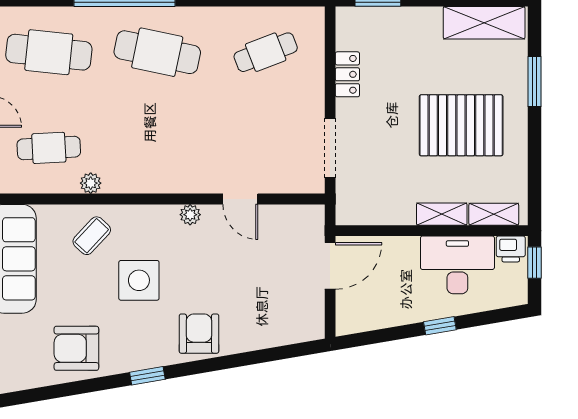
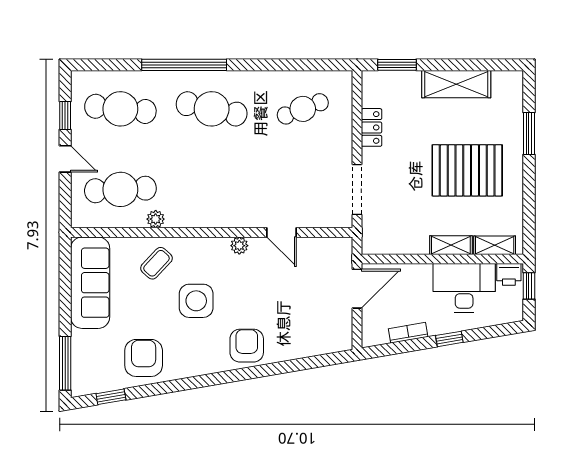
shelving: (484, 23) -> (456, 84), moved
cafe table: (49, 148) -> (120, 189), width x1.37, depth x1.35
bookcase: (391, 318) -> (408, 333), added
armchair: (76, 348) -> (144, 358), turned 90
window: (147, 376) -> (111, 397), moved

